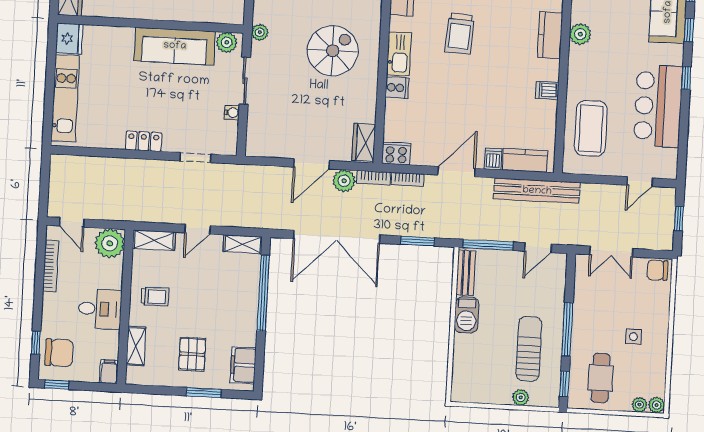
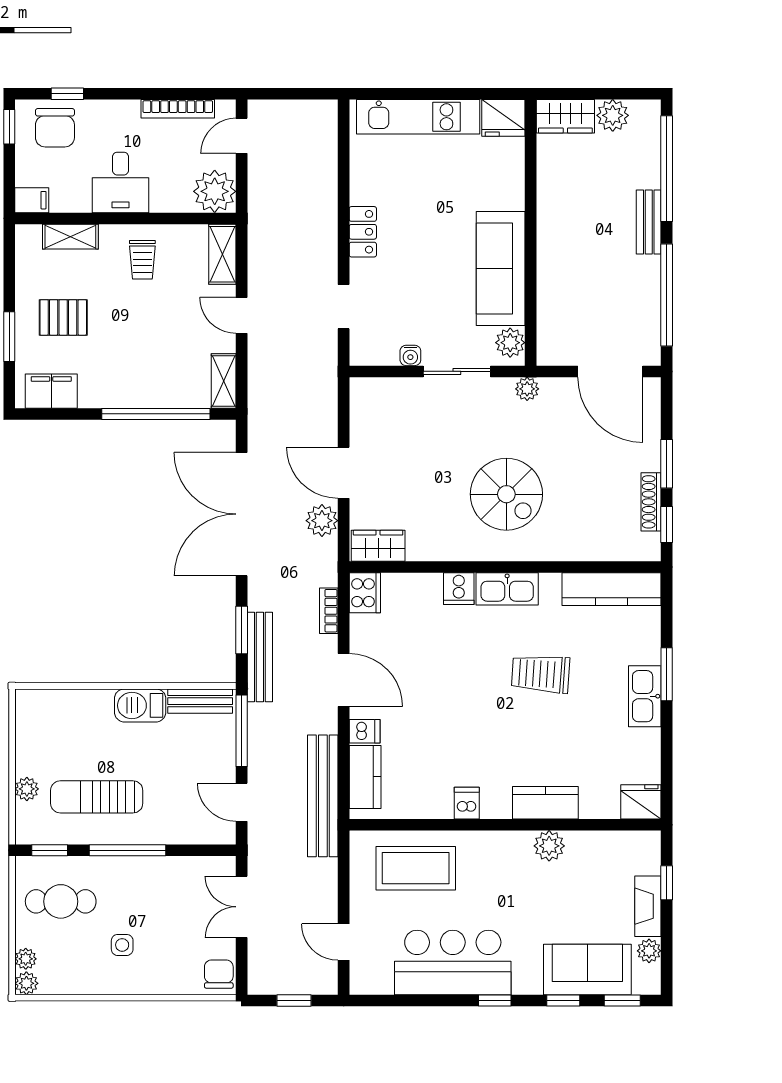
bookcase: (373, 178) -> (329, 562), removed
bench: (437, 229) -> (260, 657), added
sun lounger: (529, 349) -> (97, 797), turned 180

